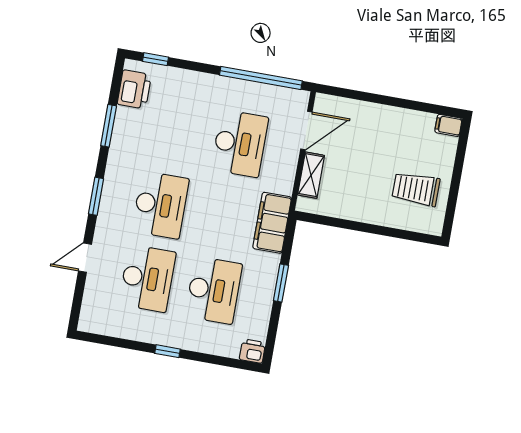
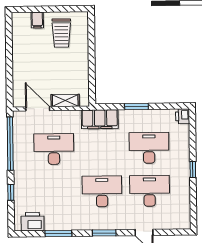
window: (156, 59) -> (11, 192), moved
filing cabinet: (448, 125) -> (37, 20), moved

